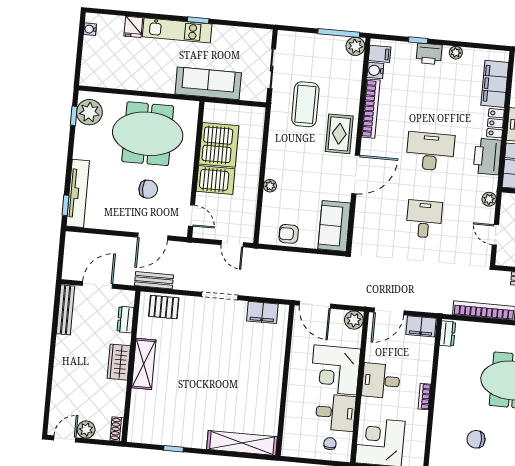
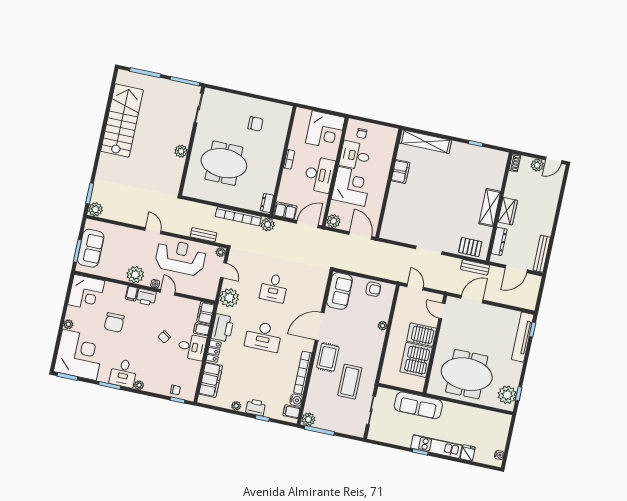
chair: (148, 189) -> (471, 334), removed
plant: (489, 199) -> (229, 298), width x1.87, depth x1.87
plant: (502, 259) -> (221, 252), added
plant: (443, 304) -> (268, 224), added
filing cabinet: (262, 312) -> (401, 172), moved, turned 90
dresser: (125, 320) -> (499, 241), width x1.44
desk: (381, 381) -> (319, 175), width x1.37

